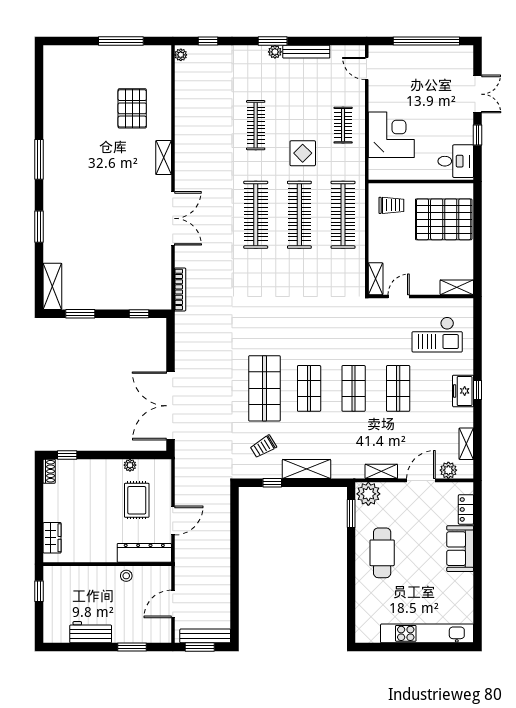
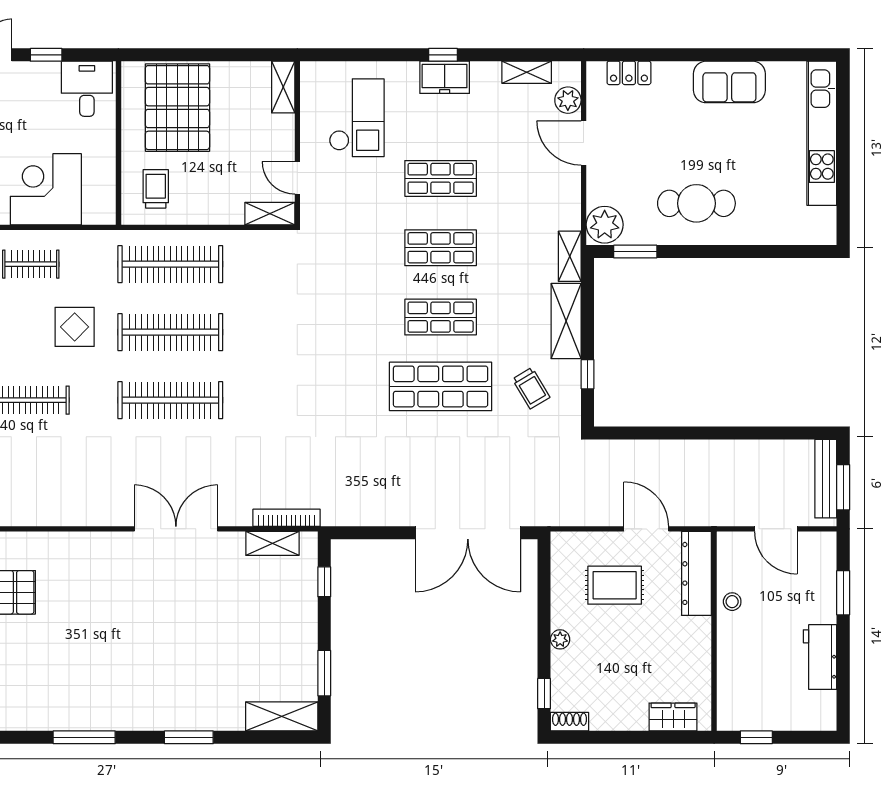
shelving: (164, 158) -> (272, 543), moved
plant: (130, 465) -> (560, 639), moved
shelving: (381, 471) -> (570, 256), moved
sofa: (460, 549) -> (729, 82), moved

